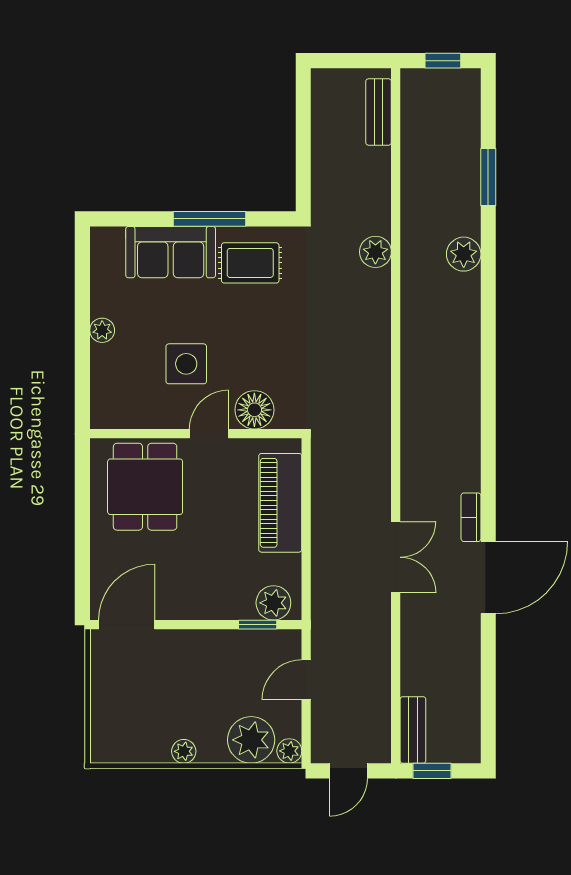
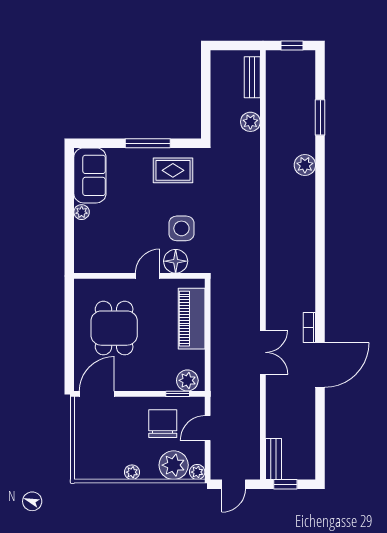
sofa: (171, 252) -> (90, 175), moved, turned -90
plant: (375, 252) -> (250, 122), moved
side table: (186, 364) -> (181, 228), moved
dining table: (145, 487) -> (114, 328), moved
chair: (234, 673) -> (163, 424), added

